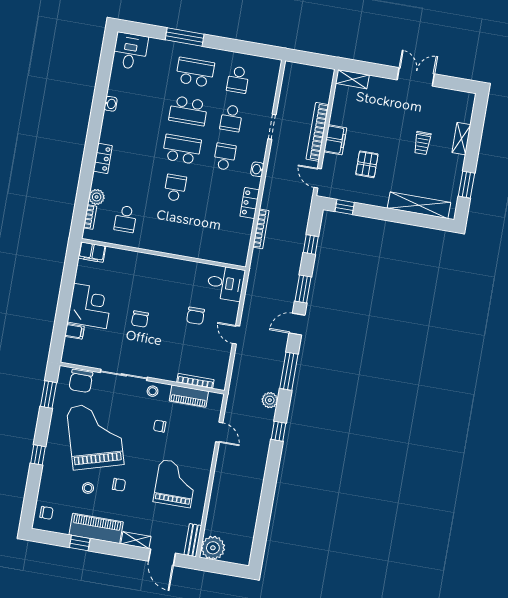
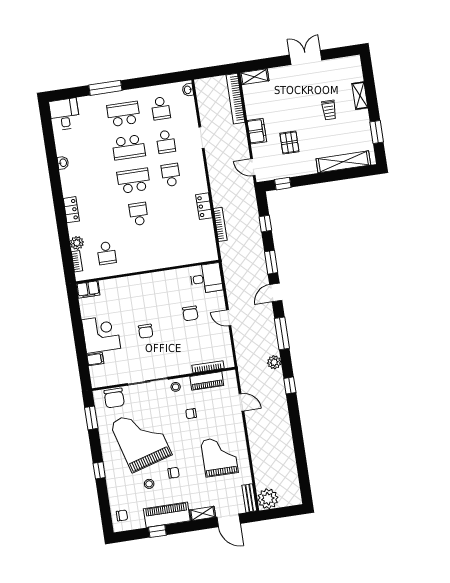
bookcase: (317, 132) -> (235, 99), moved
washbasin: (257, 169) -> (188, 90), moved

